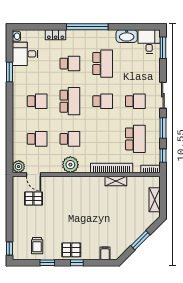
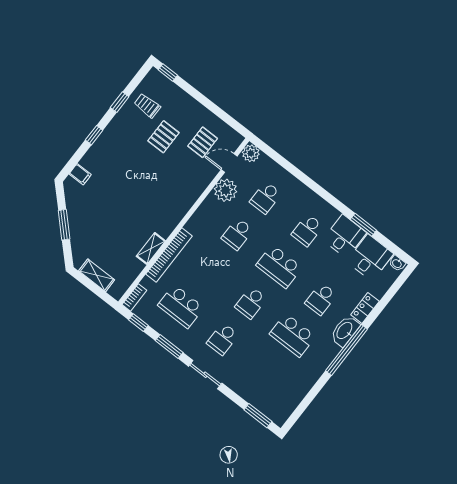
washbasin: (127, 36) -> (345, 331), moved
desk: (149, 41) -> (345, 236), moved, turned -90
plant: (70, 165) -> (226, 190), moved
pallet: (71, 250) -> (163, 137), moved

